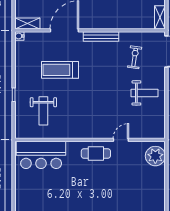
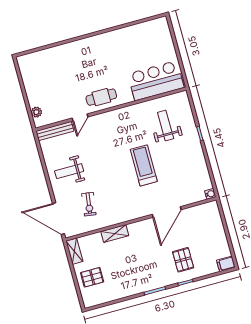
shelving: (27, 23) -> (115, 234), moved
bench: (101, 36) -> (55, 131), moved
treadmill: (60, 70) -> (144, 165), moved, turned -90
plant: (155, 156) -> (36, 112), width x0.53, depth x0.53

